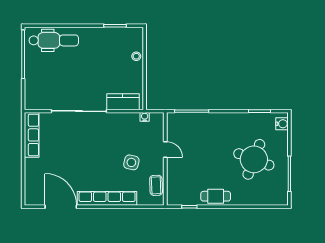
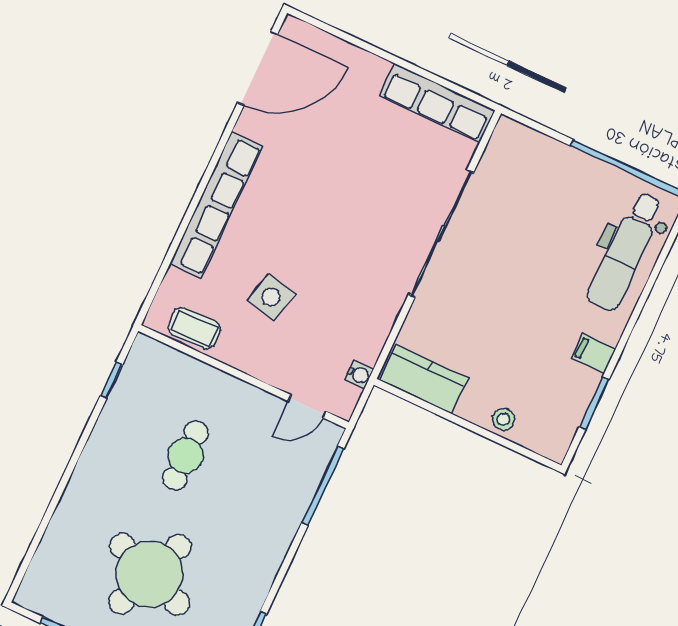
filing cabinet: (97, 35) -> (593, 353), added
kitchen counter: (123, 102) -> (424, 379), moved, turned -90
door: (165, 150) -> (307, 406), moved
cafe table: (216, 196) -> (186, 456), moved
door: (61, 207) -> (258, 68), moved

